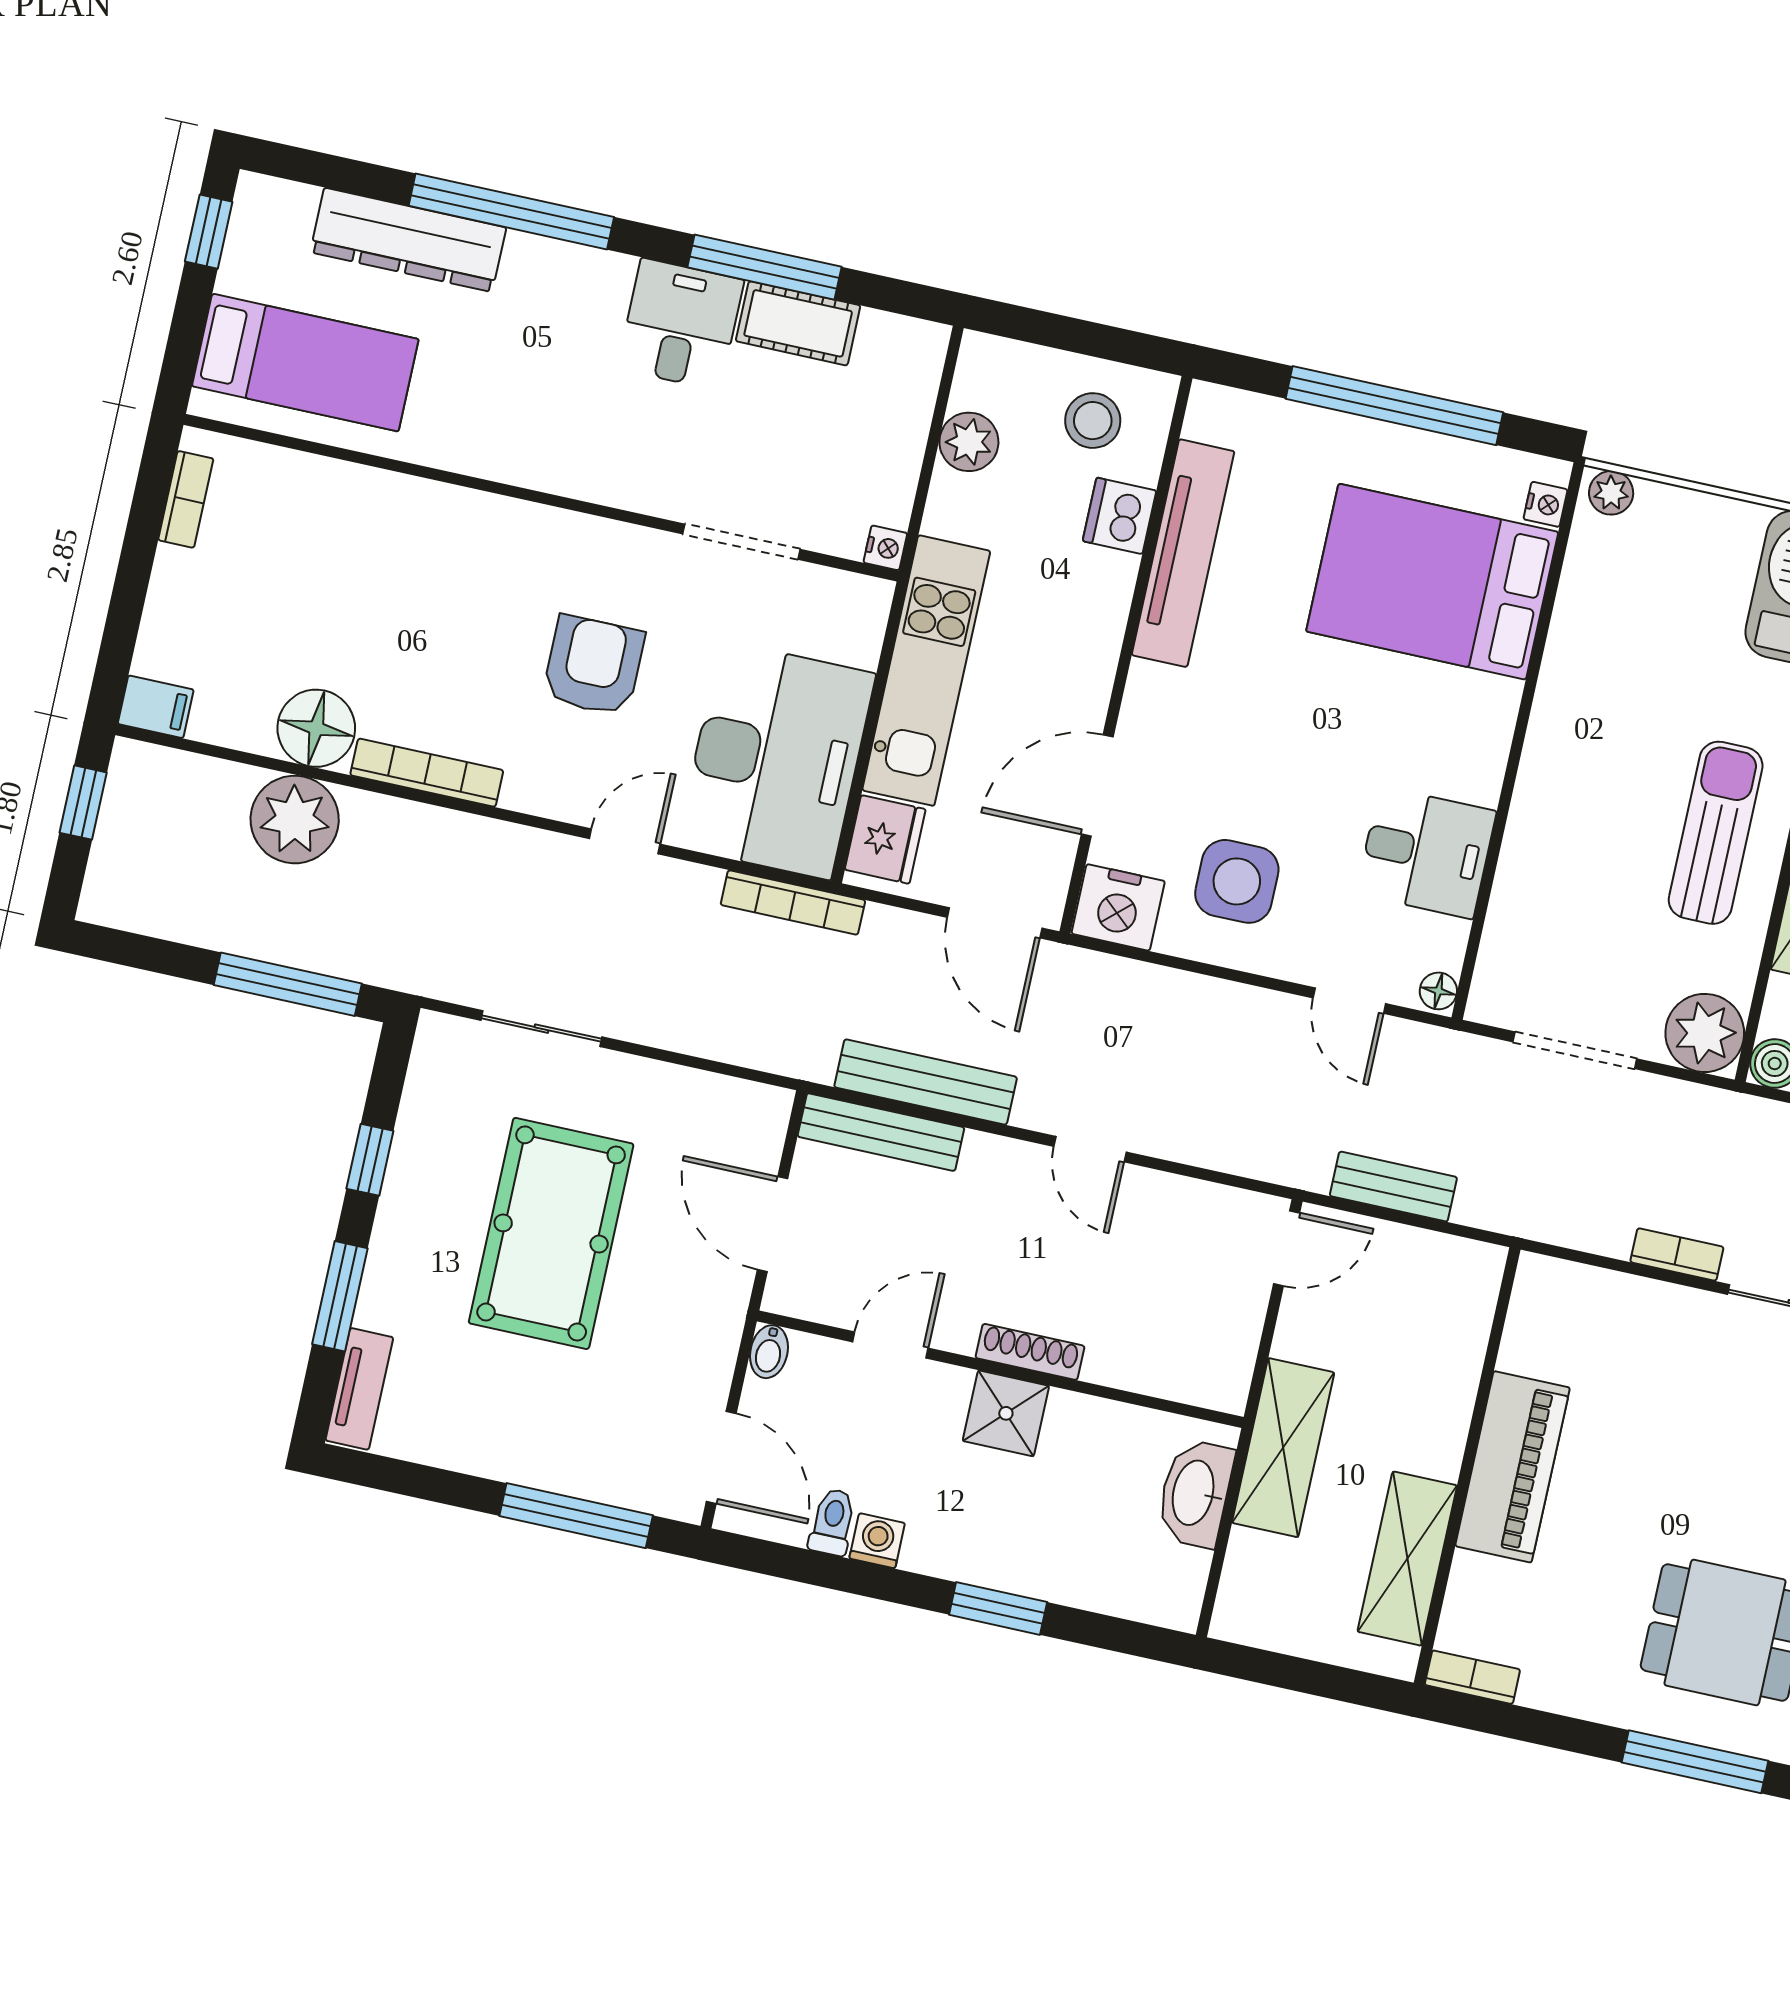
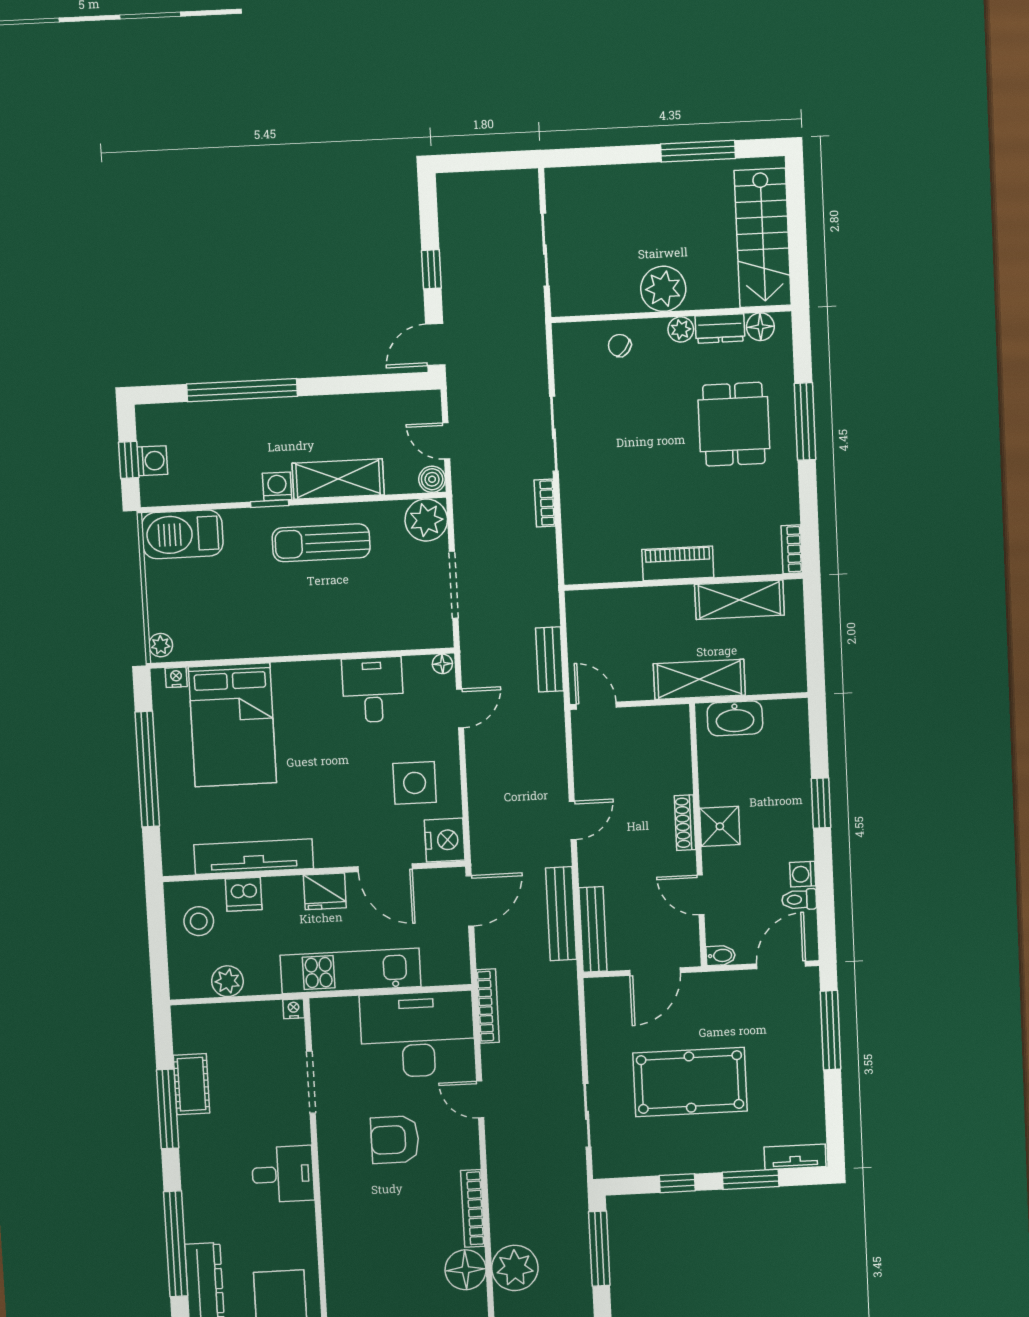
desk: (681, 324) -> (283, 1174), moved, turned 180
fridge: (885, 839) -> (325, 891), moved, turned 180
piano: (1513, 1467) -> (678, 563), width x0.73, depth x0.75

